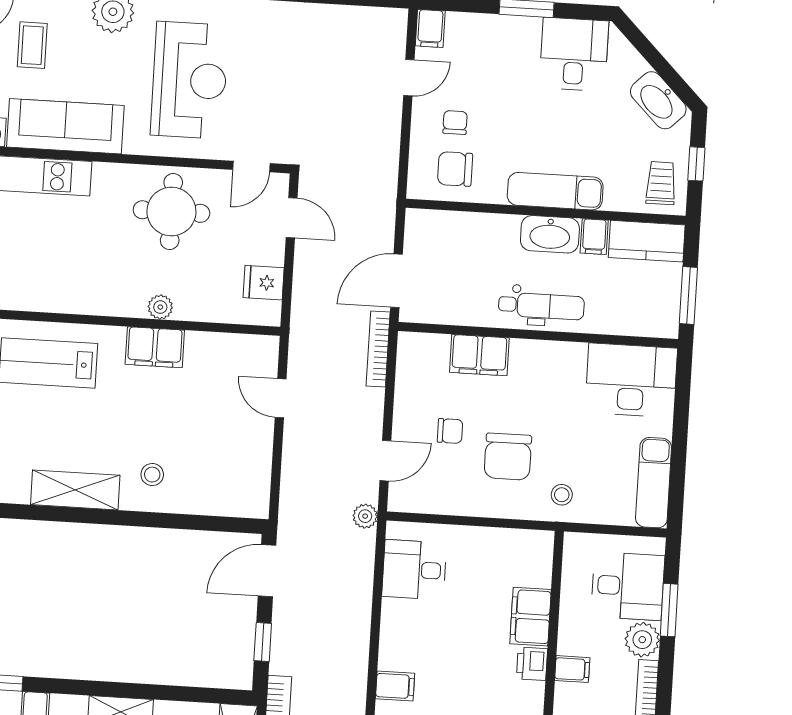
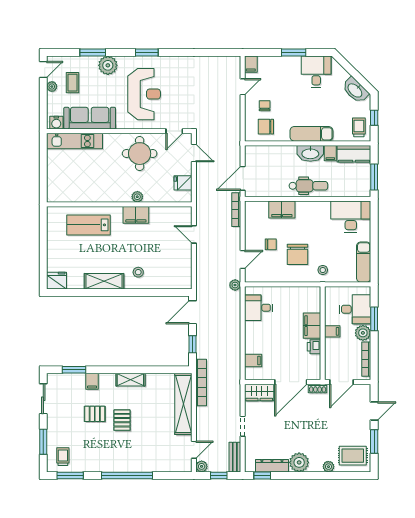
filing cabinet: (572, 669) -> (332, 331), moved

